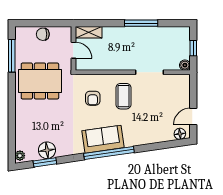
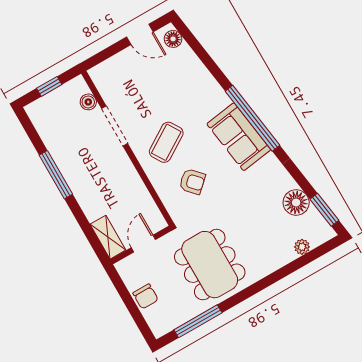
boiler: (185, 65) -> (88, 102), moved
coffee table: (123, 96) -> (166, 142), turned -32
armchair: (93, 98) -> (192, 182), turned 47
plant: (20, 156) -> (302, 247), moved
window: (45, 162) -> (324, 210), moved

